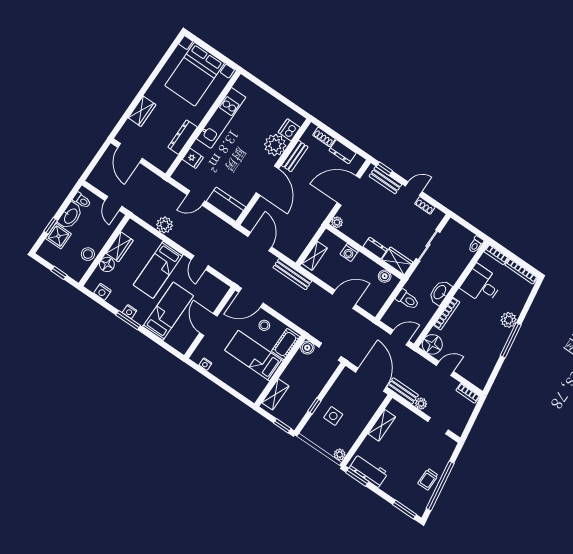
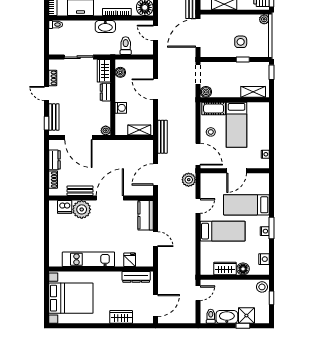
dresser: (183, 137) -> (136, 277), moved
plant: (165, 225) -> (189, 180), moved
stool: (88, 254) -> (262, 287), moved

